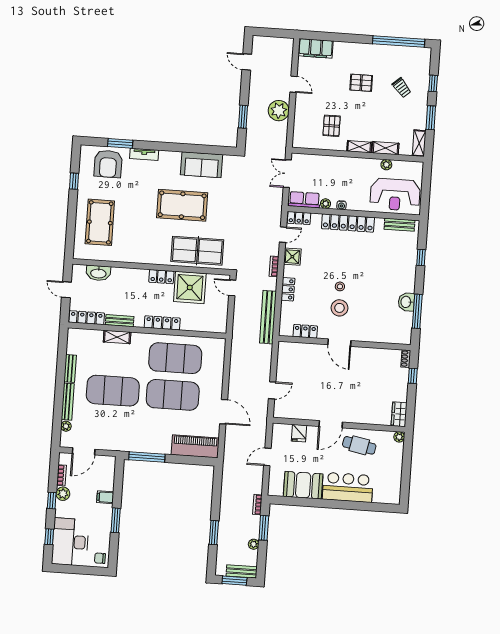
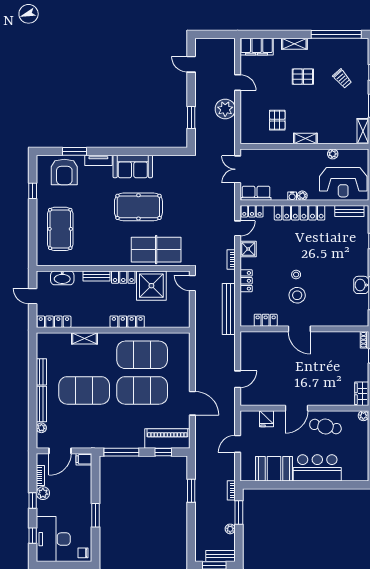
shelving: (385, 148) -> (294, 44), moved
sofa: (202, 165) -> (133, 166), moved
plant: (326, 204) -> (302, 196), moved
bench: (120, 321) -> (96, 276), moved
window: (190, 460) -> (163, 452), added
filing cabinet: (105, 497) -> (84, 459), moved
window: (214, 533) -> (191, 491), moved

